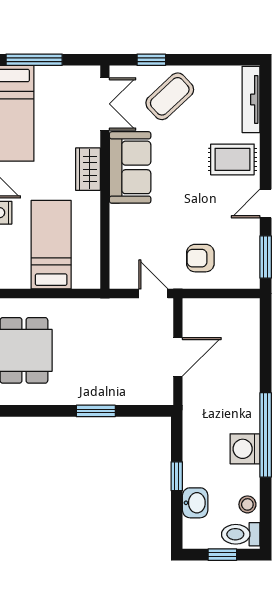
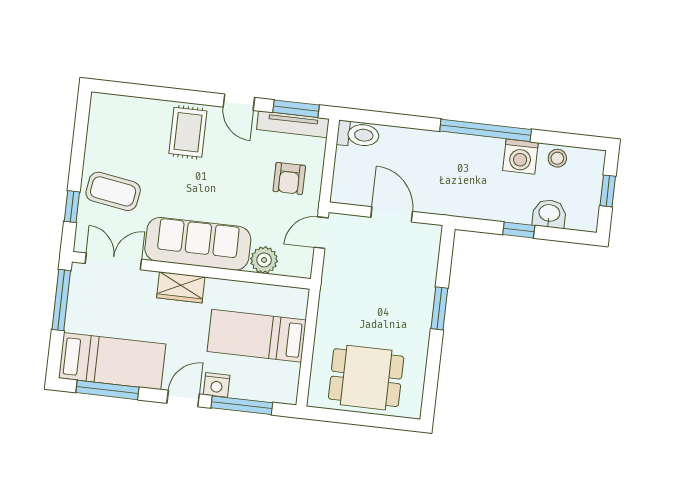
window: (34, 60) -> (61, 300), moved
coffee table: (170, 96) -> (113, 191), turned -38
tv unit: (251, 99) -> (293, 124), moved
sofa: (130, 167) -> (198, 244), width x1.36
plant: (122, 243) -> (264, 260), added
washing machine: (245, 449) -> (520, 157), moved
toilet: (241, 534) -> (358, 135), moved, turned -90

